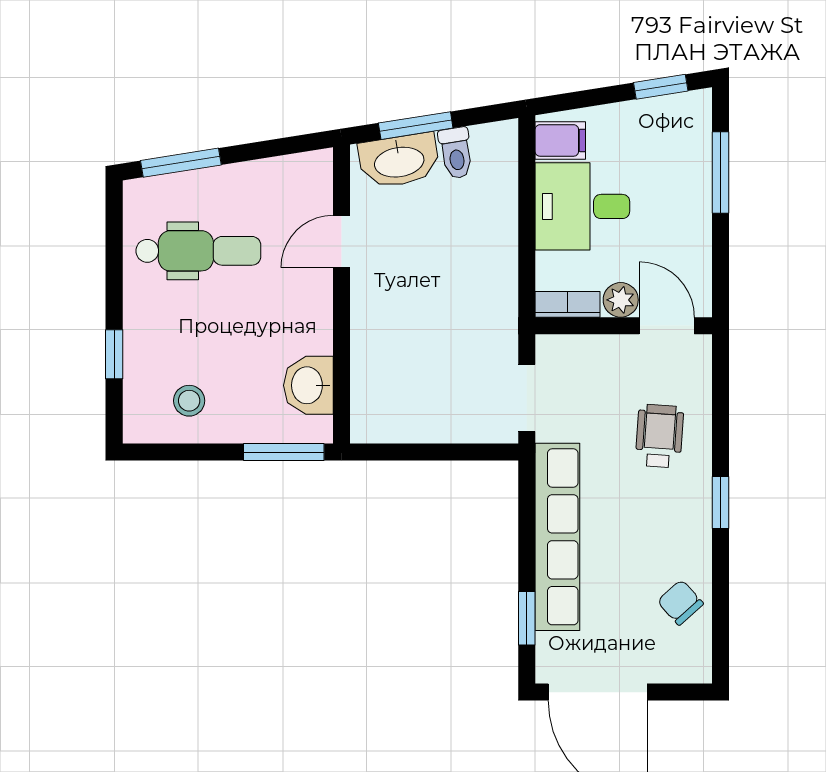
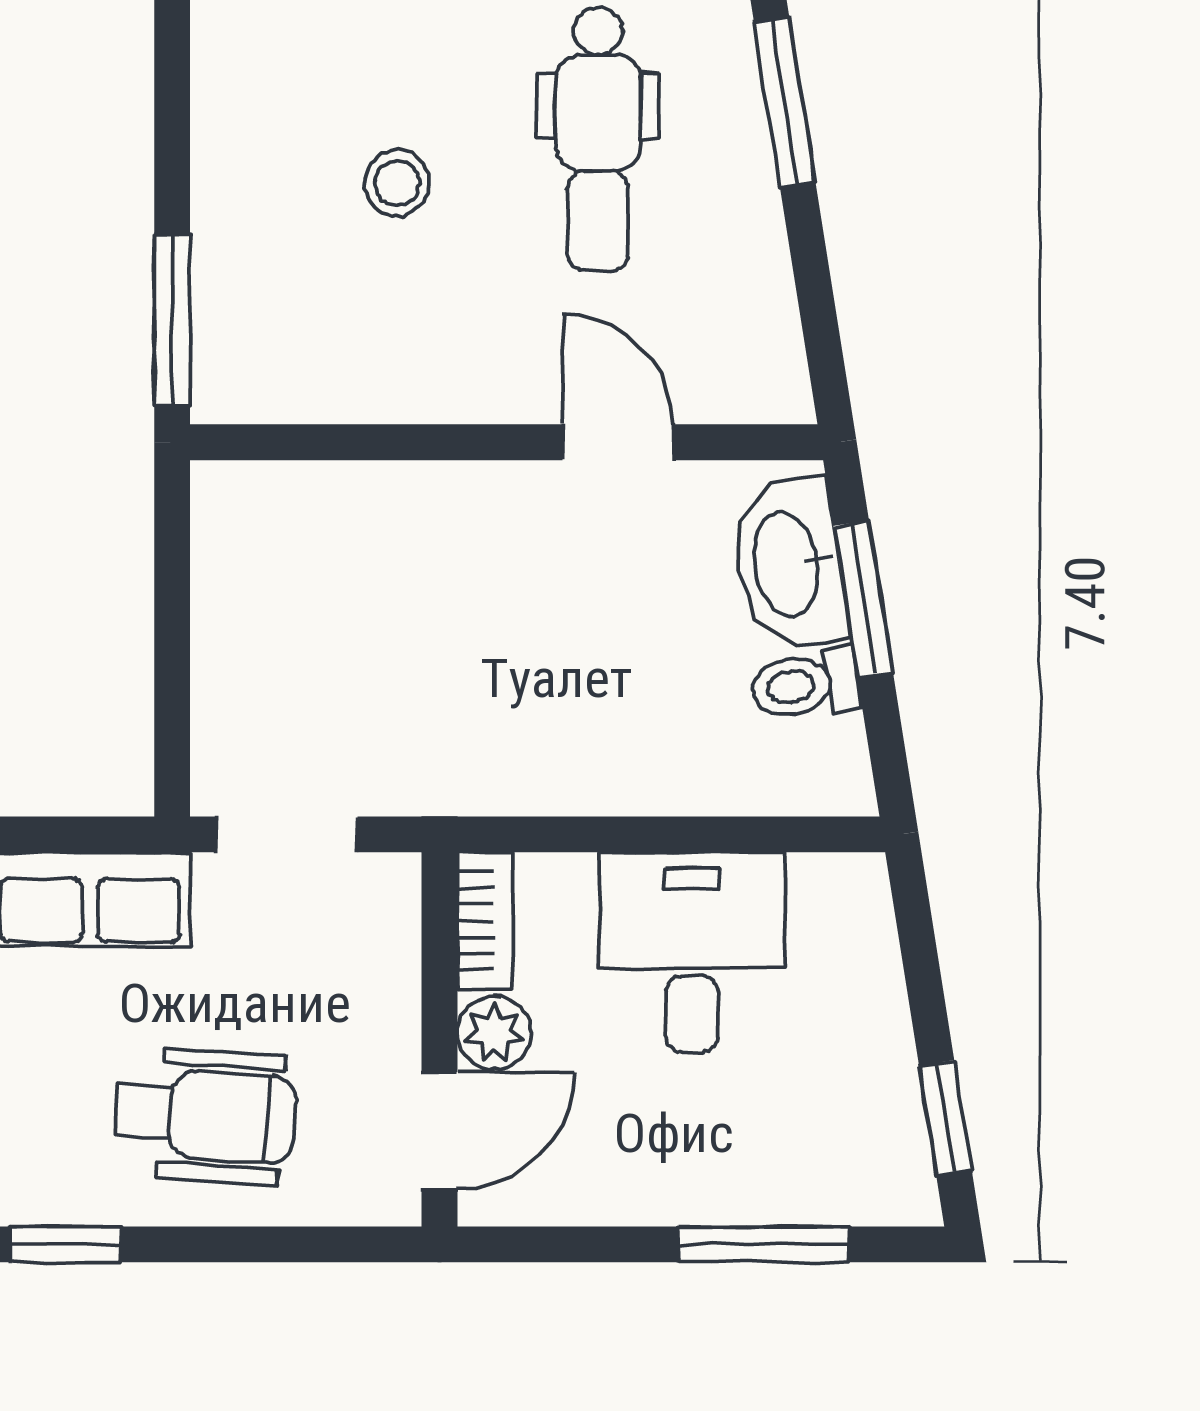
filing cabinet: (560, 140) -> (832, 905), removed
washbasin: (308, 385) -> (313, 372), removed
stool: (189, 401) -> (397, 183), moved
wheelchair: (660, 436) -> (206, 1115), width x1.36, depth x1.37

